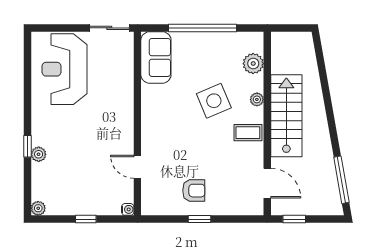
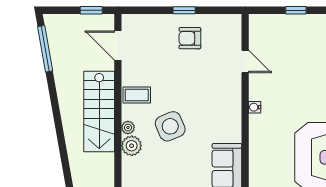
plant: (253, 64) -> (132, 146), moved
water cooler: (128, 209) -> (255, 107), moved

